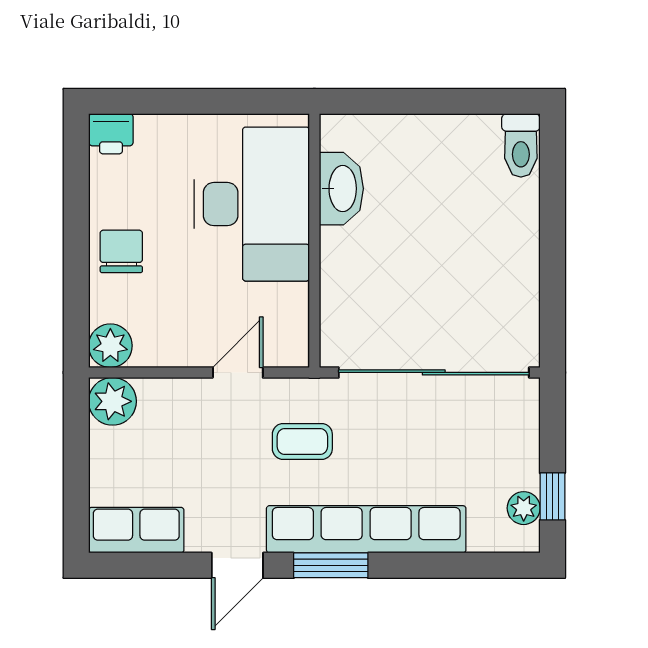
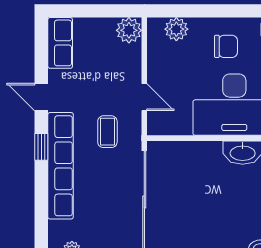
chair: (121, 251) -> (226, 46), moved
plant: (110, 346) -> (176, 29), moved
window: (331, 565) -> (41, 147), width x0.67

